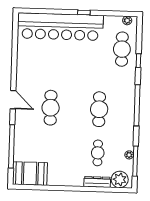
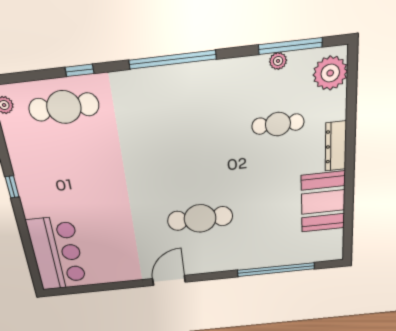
bar counter: (60, 27) -> (57, 254), width x0.54
door: (13, 100) -> (169, 280), moved
cafe table: (99, 109) -> (191, 134), removed
booth: (30, 174) -> (323, 202), moved
dresser: (97, 182) -> (336, 146), moved

